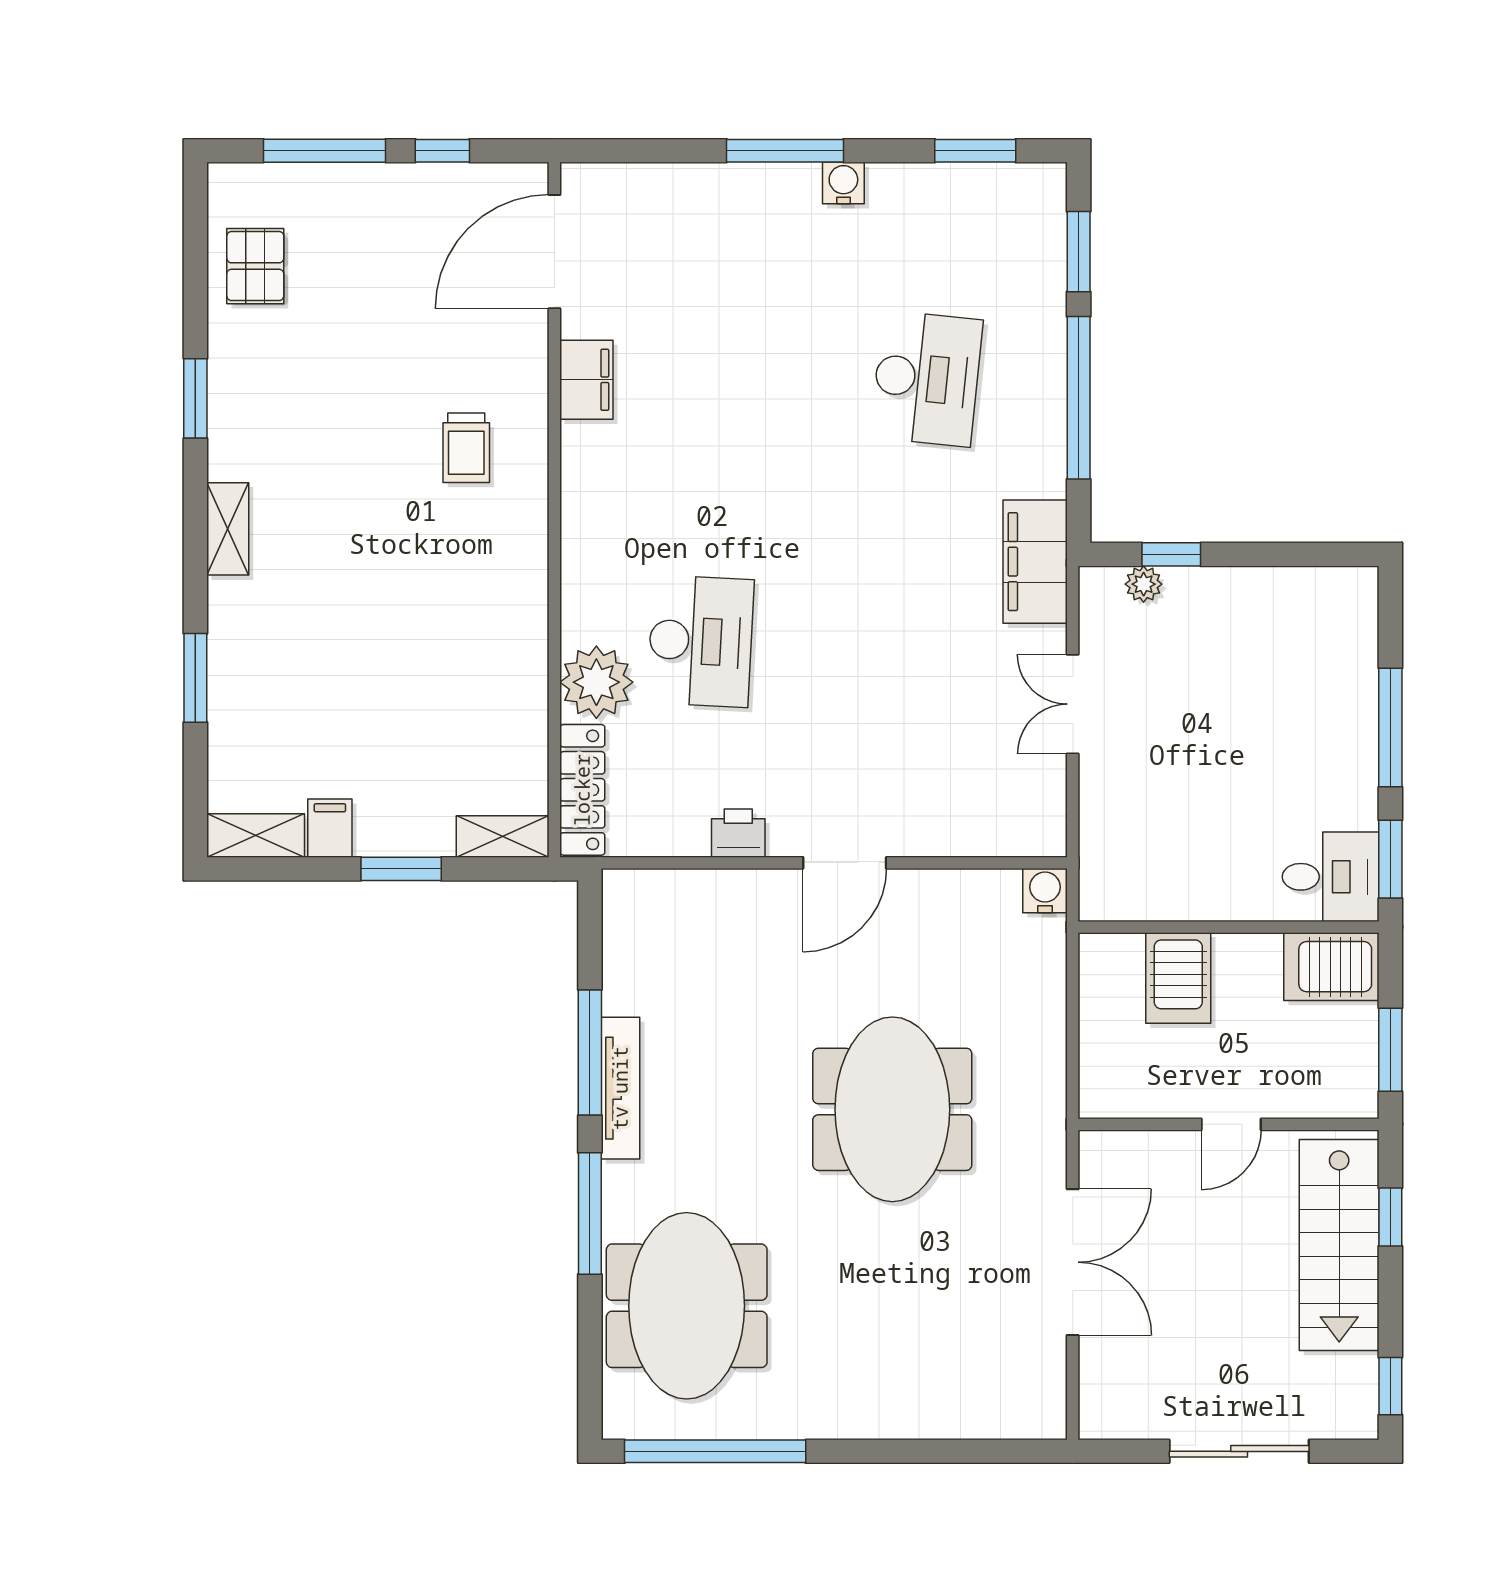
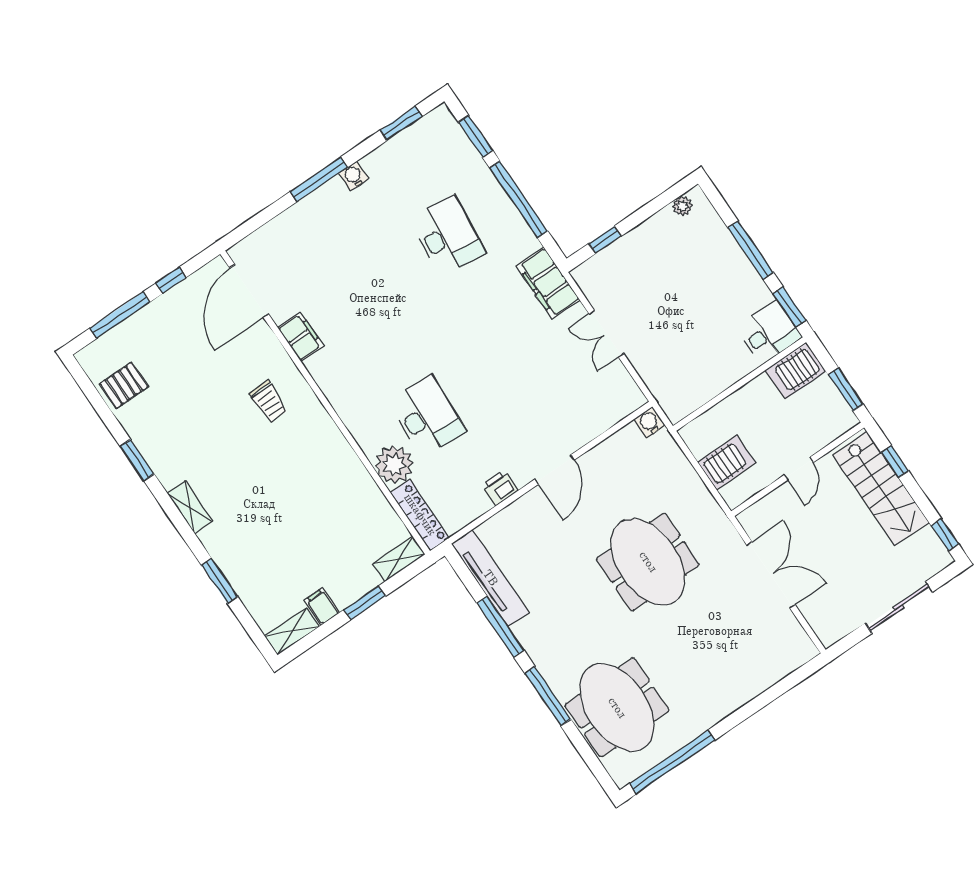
pallet: (255, 266) -> (124, 385), turned 90
plant: (1144, 584) -> (682, 206), moved
server rack: (1178, 978) -> (726, 462), moved, turned -90
tv unit: (620, 1088) -> (490, 578), moved, width x1.36, depth x1.29

